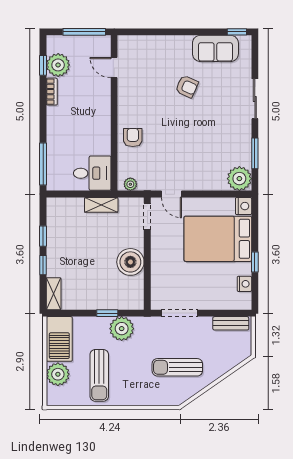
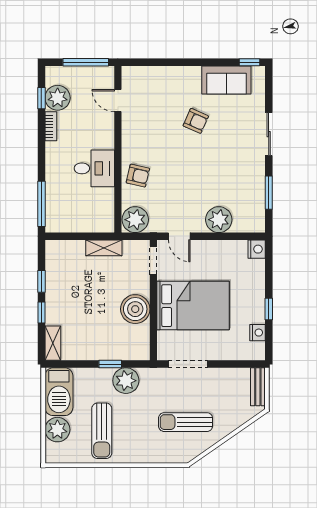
armchair: (133, 138) -> (138, 176), turned 103
desk: (92, 173) -> (94, 168), moved
plant: (239, 179) -> (219, 220), moved
plant: (130, 184) -> (135, 220), width x1.87, depth x1.87
bed: (218, 239) -> (193, 306), moved, turned 180
bench: (231, 323) -> (258, 387), moved, turned 90

